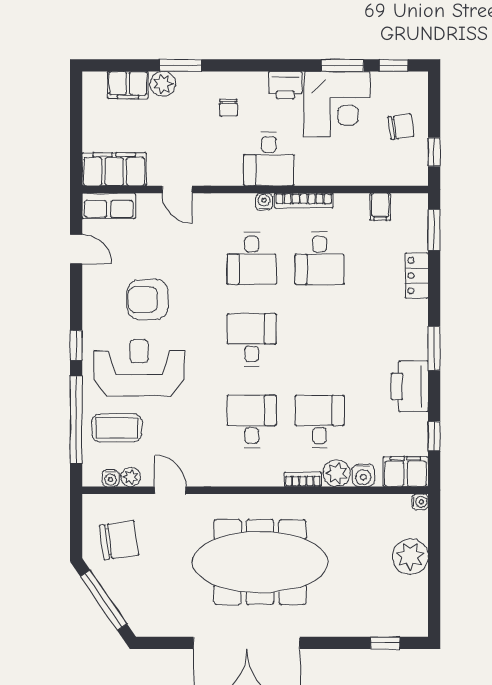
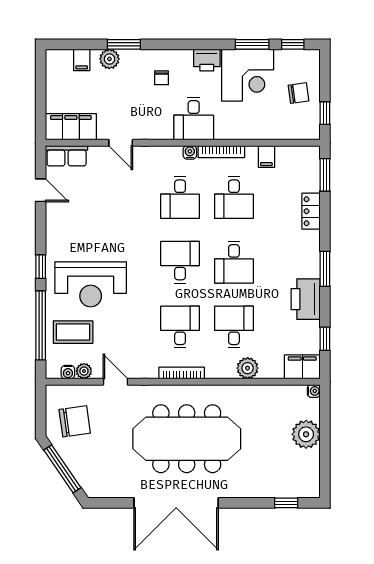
filing cabinet: (128, 85) -> (82, 60), width x0.50
filing cabinet: (380, 207) -> (266, 157), moved
armchair: (148, 300) -> (97, 230), removed
desk: (320, 340) -> (234, 262), added
reception desk: (139, 368) -> (91, 284), turned 180
water cooler: (363, 475) -> (269, 370), removed
bookcase: (303, 479) -> (182, 373), moved, width x1.56

